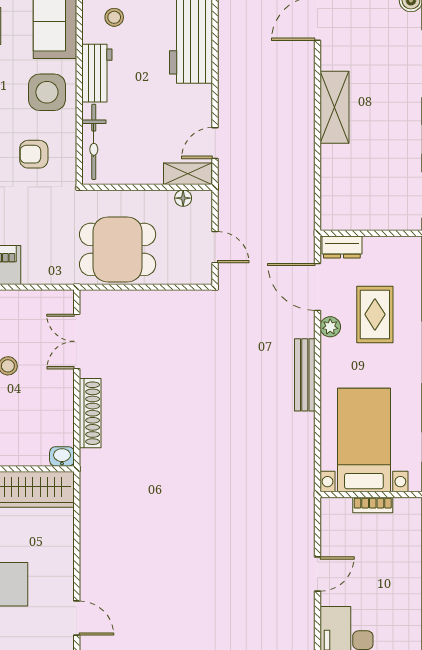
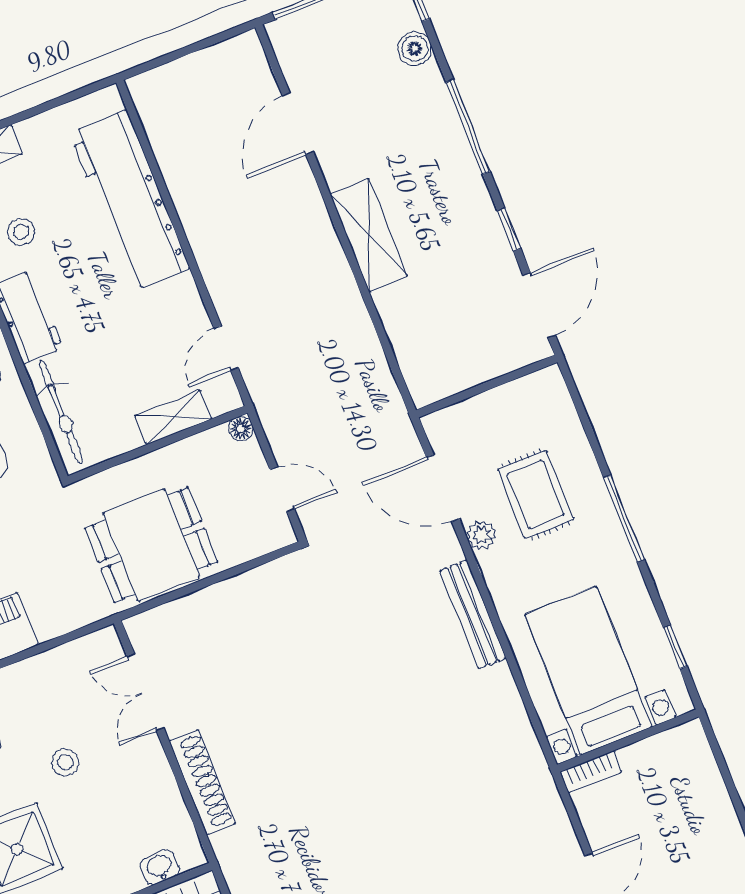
shelving: (188, 174) -> (173, 417), moved
floor lamp: (183, 198) -> (241, 429), moved
dresser: (342, 247) -> (454, 421), removed
washbasin: (62, 456) -> (160, 867), moved
bookcase: (373, 505) -> (591, 772), moved

